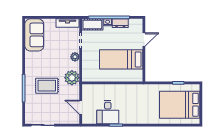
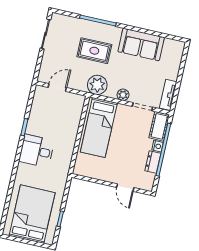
sofa: (34, 35) -> (141, 44), moved
bed: (121, 59) -> (99, 127), moved, turned 180
rug: (47, 86) -> (94, 51), turned 90
desk: (108, 112) -> (37, 151), moved

